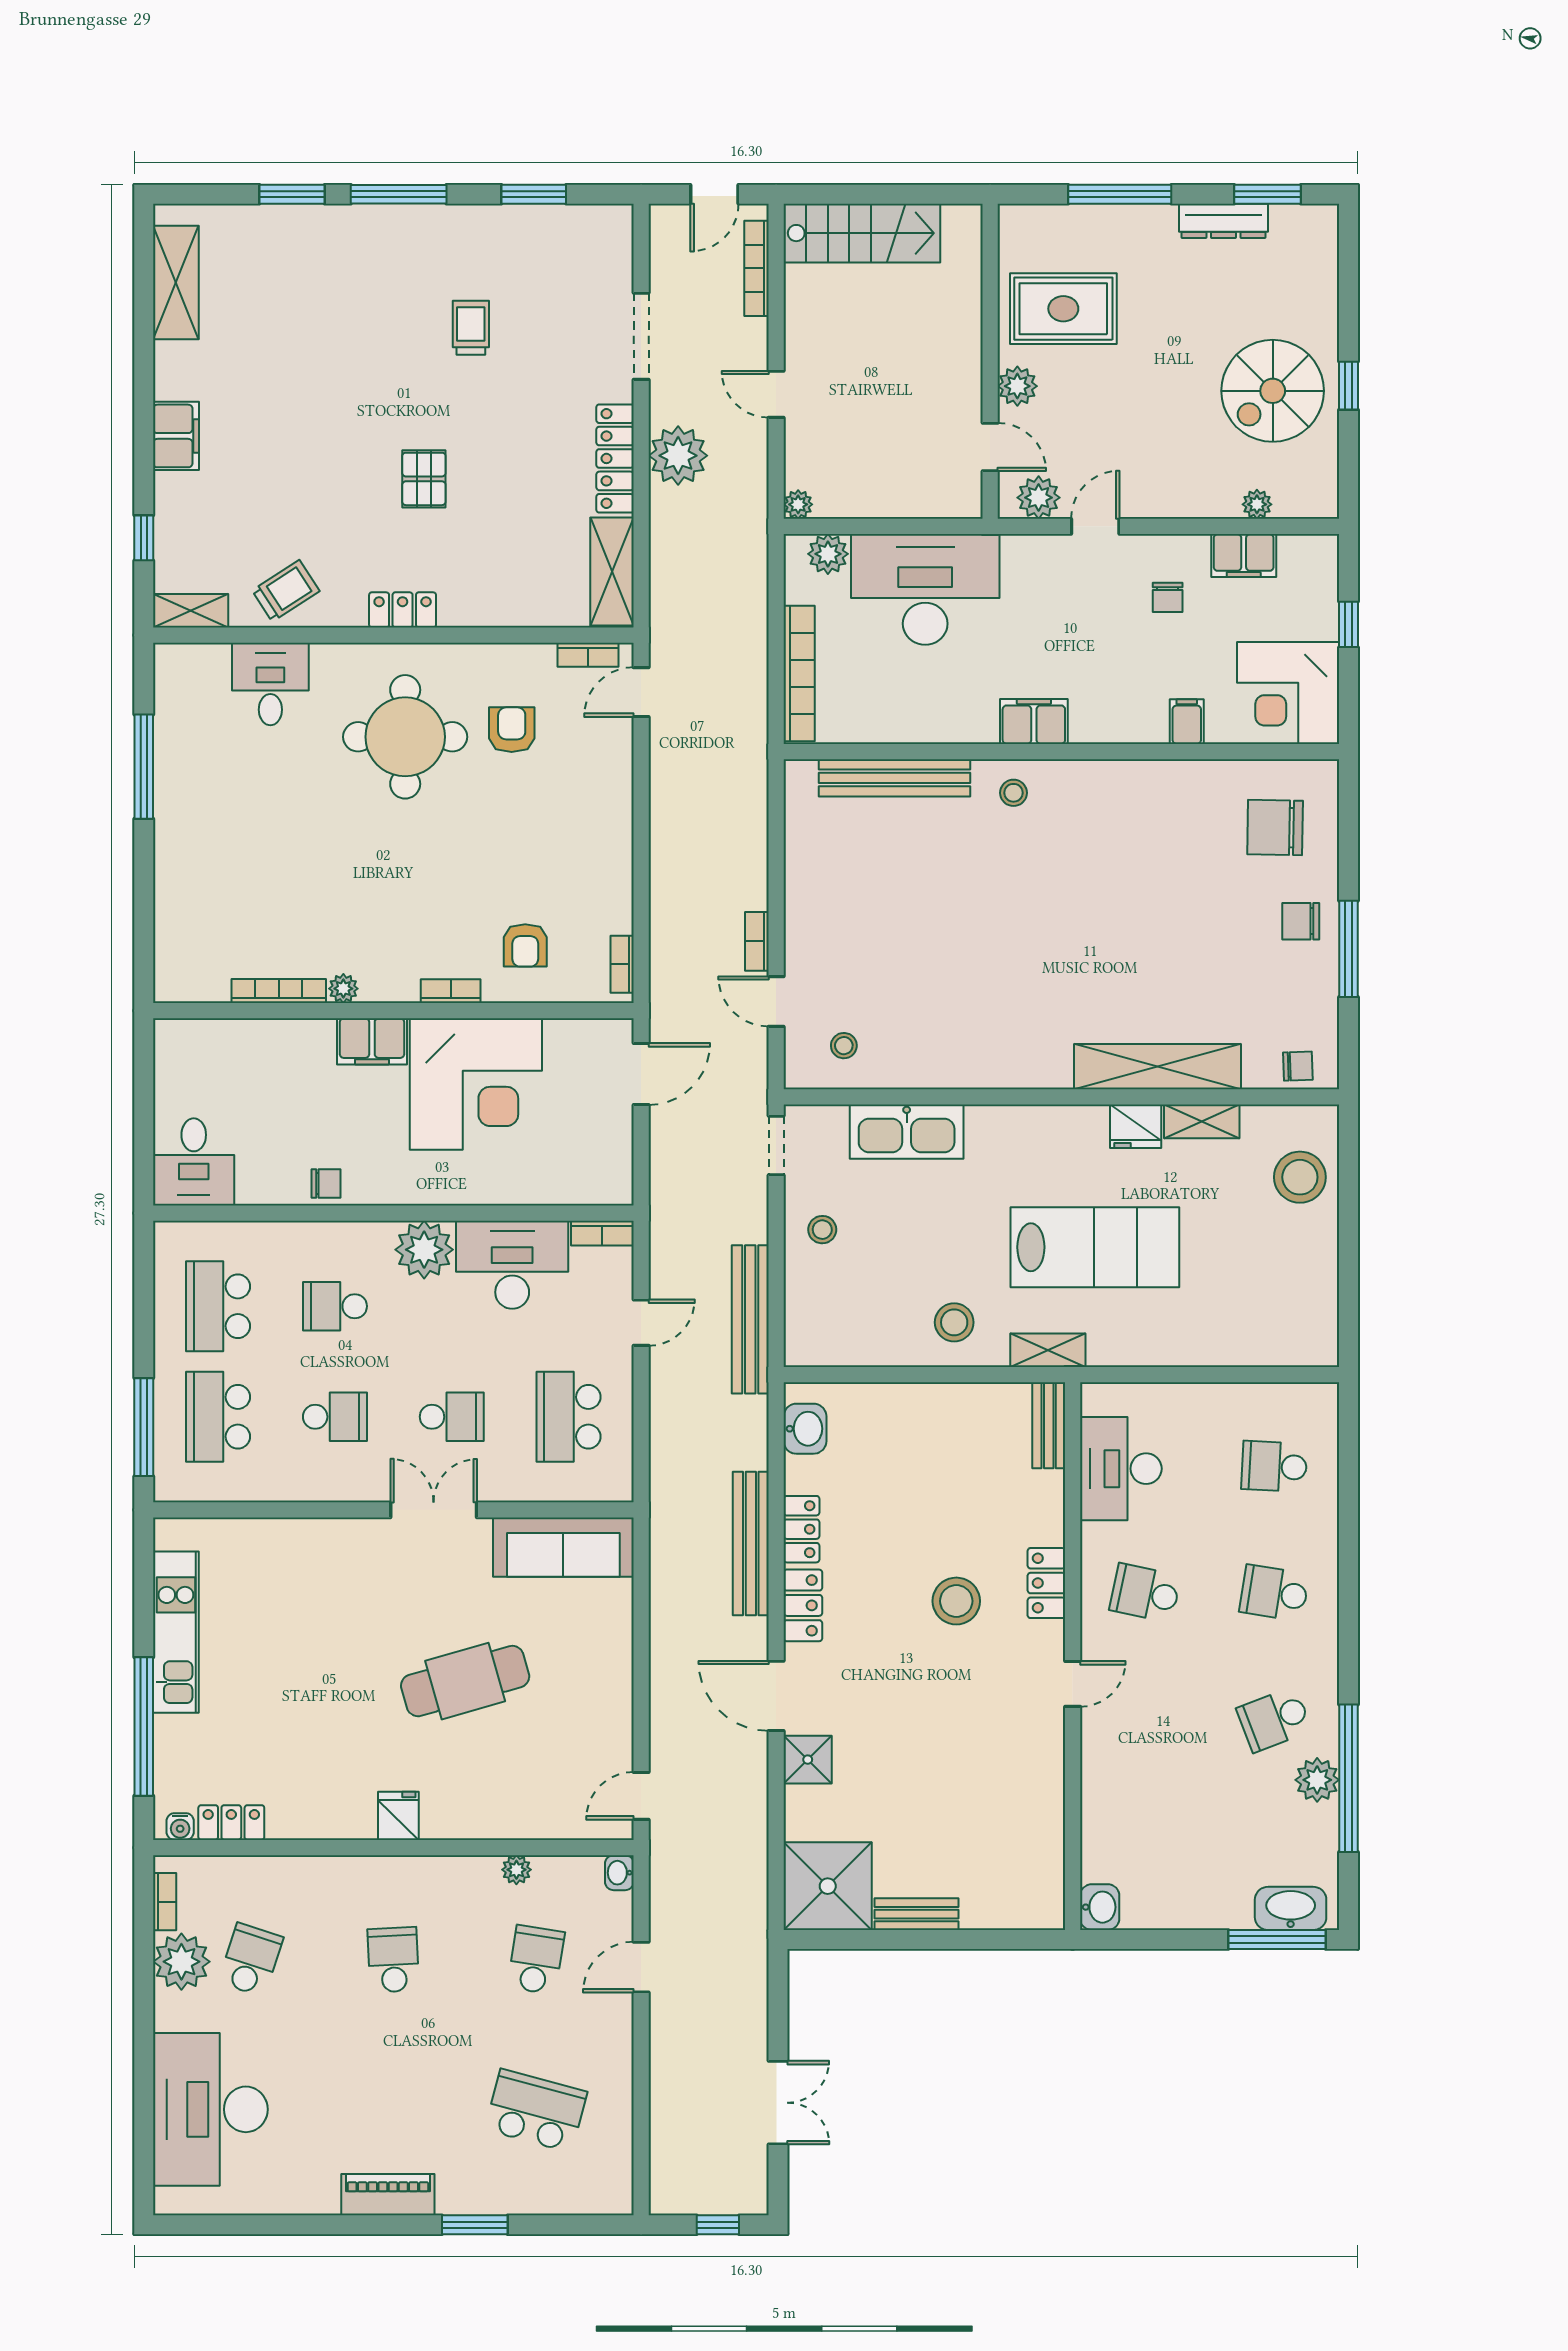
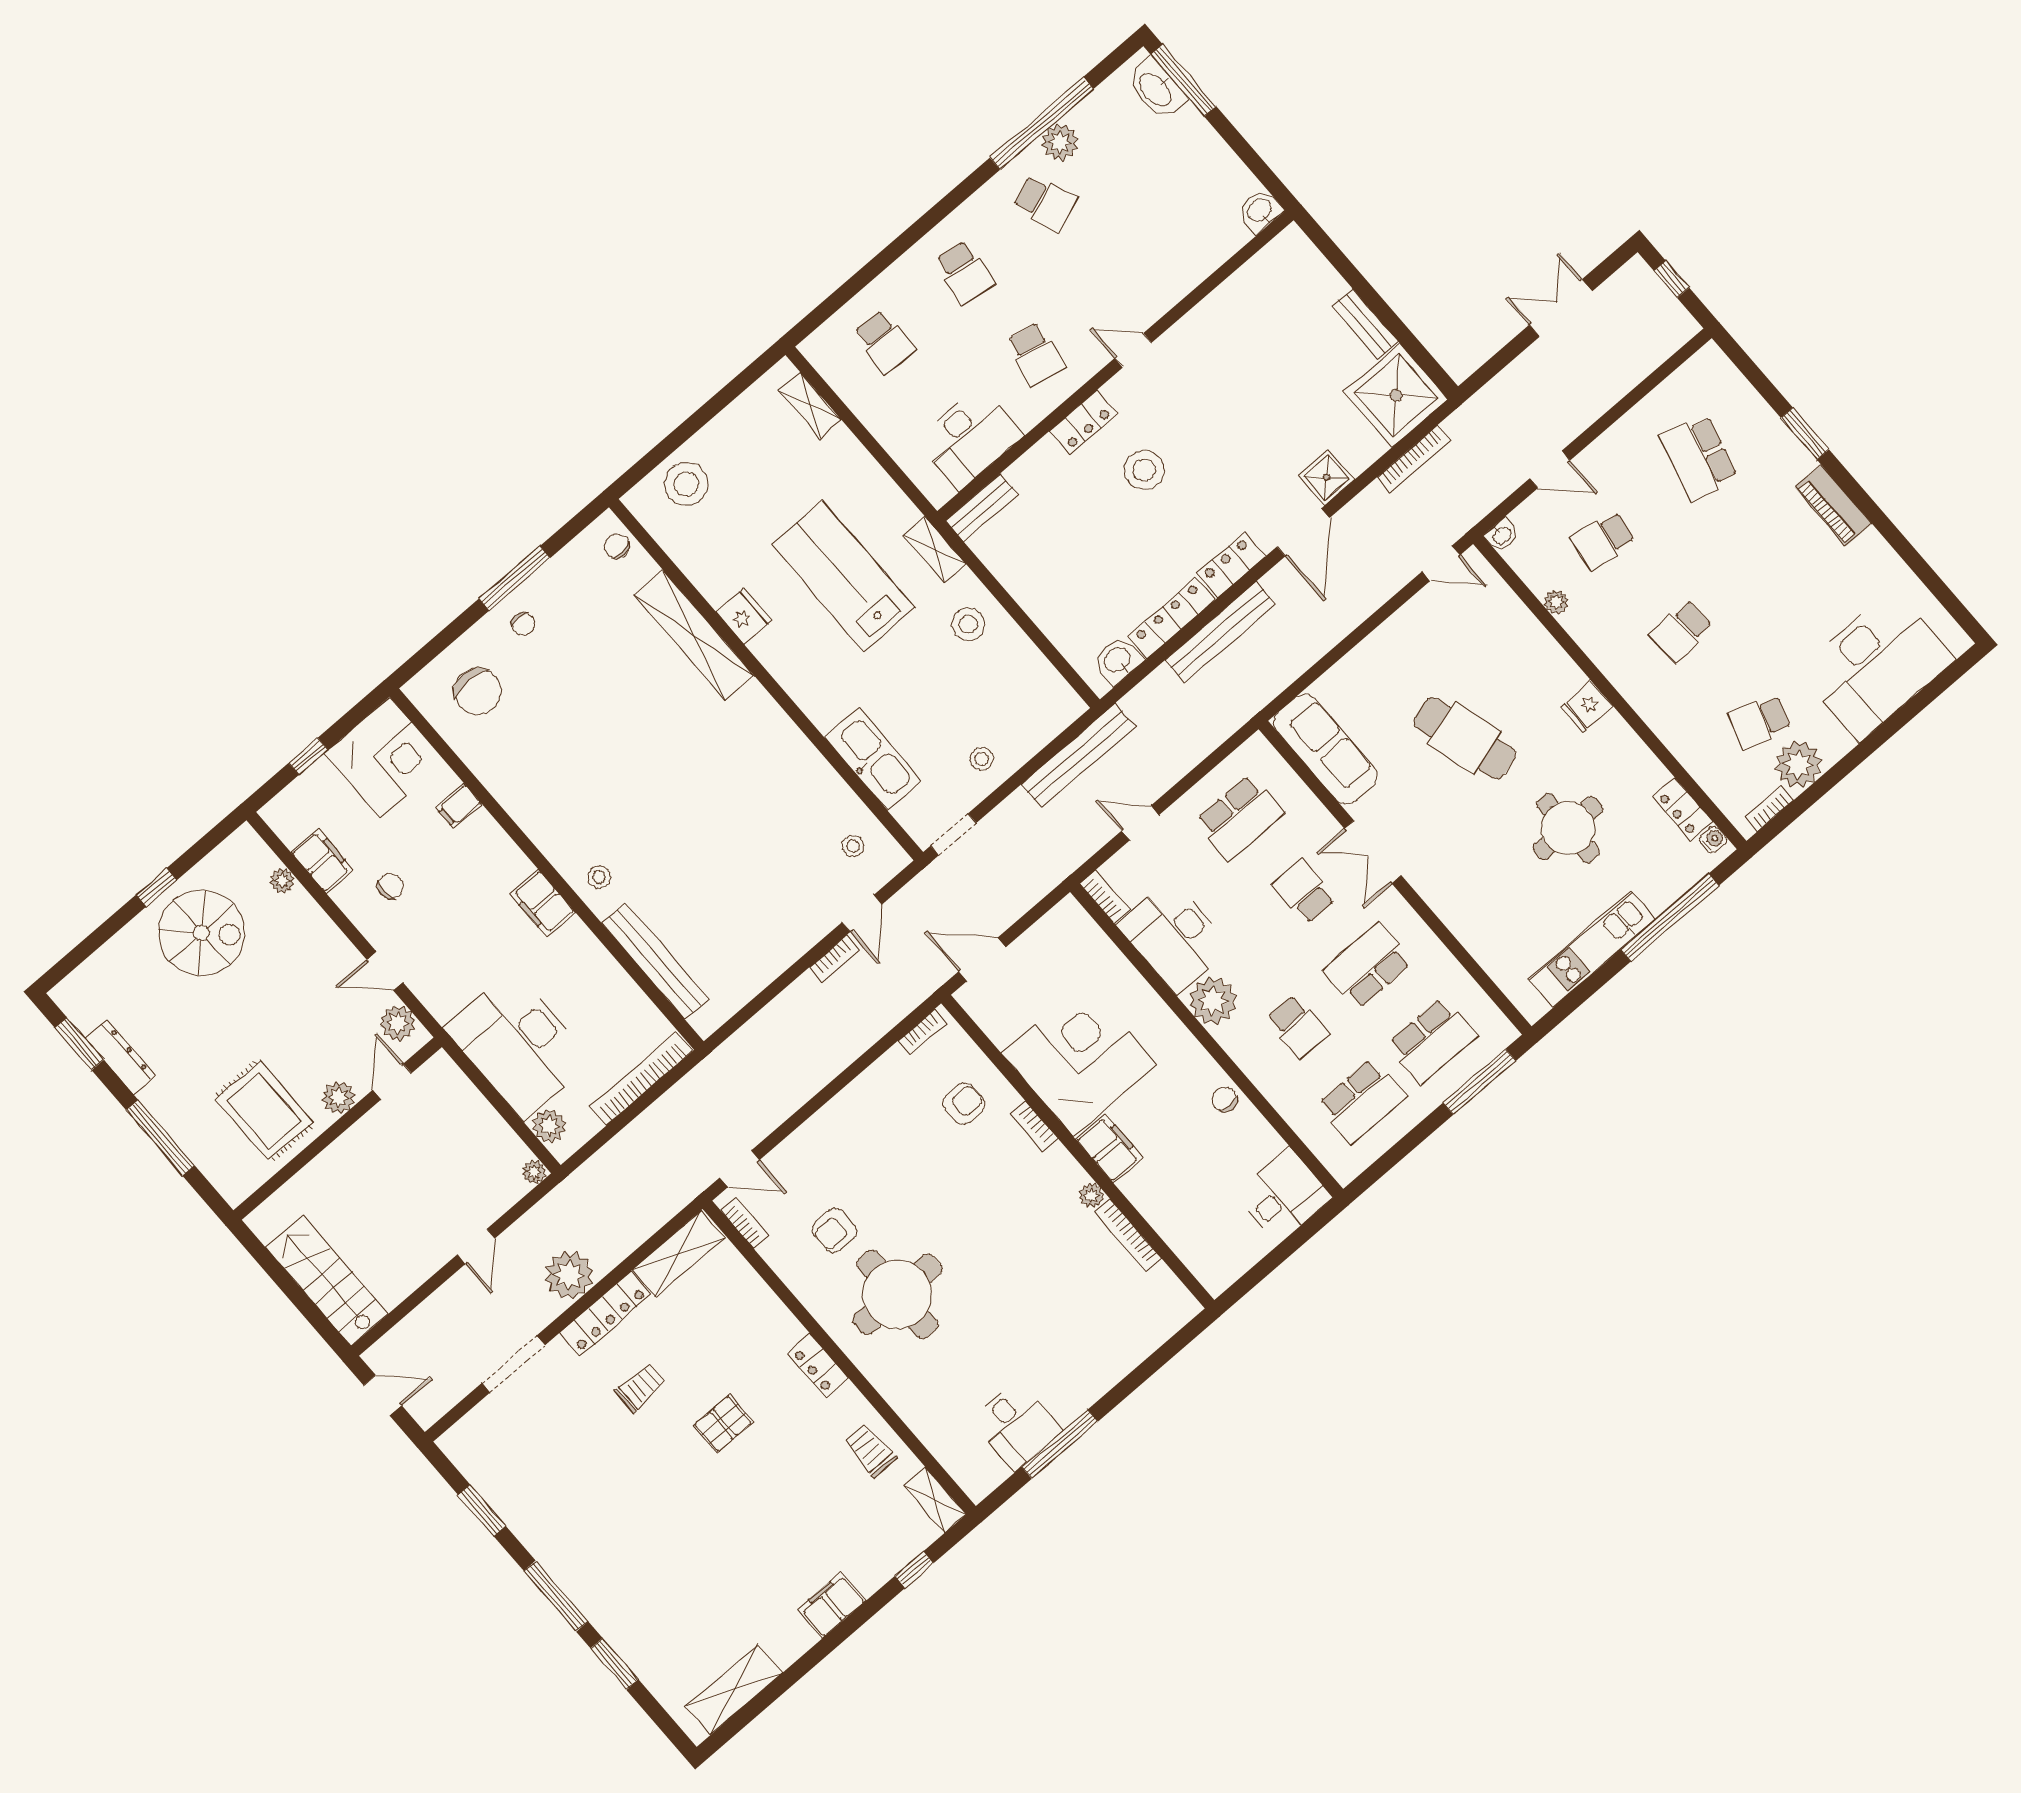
bookcase: (756, 268) -> (1414, 459), moved
trolley: (471, 328) -> (641, 1388), moved, turned 180
trolley: (286, 591) -> (870, 1450), turned 33
desk: (270, 684) -> (1016, 1425), moved, turned -90
chair: (1301, 921) -> (523, 624), width x0.73, depth x0.73
shelving: (1202, 1121) -> (810, 405), moved
school desk: (335, 1417) -> (1368, 966), width x1.85
locker: (801, 1529) -> (1172, 618), width x1.53
round table: (304, 1704) -> (1568, 828), added

